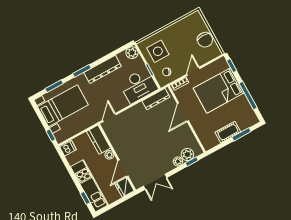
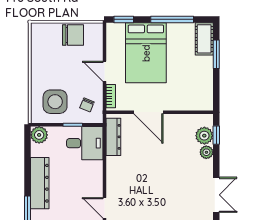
desk: (139, 86) -> (85, 143), width x0.73
cot: (228, 132) -> (204, 39), moved

